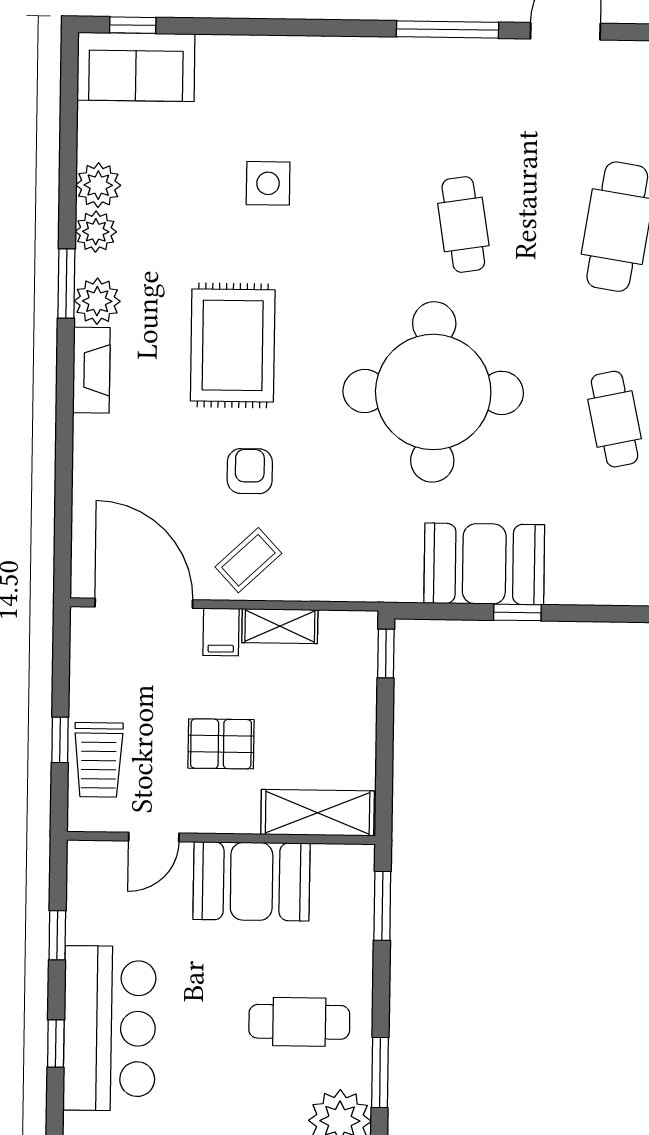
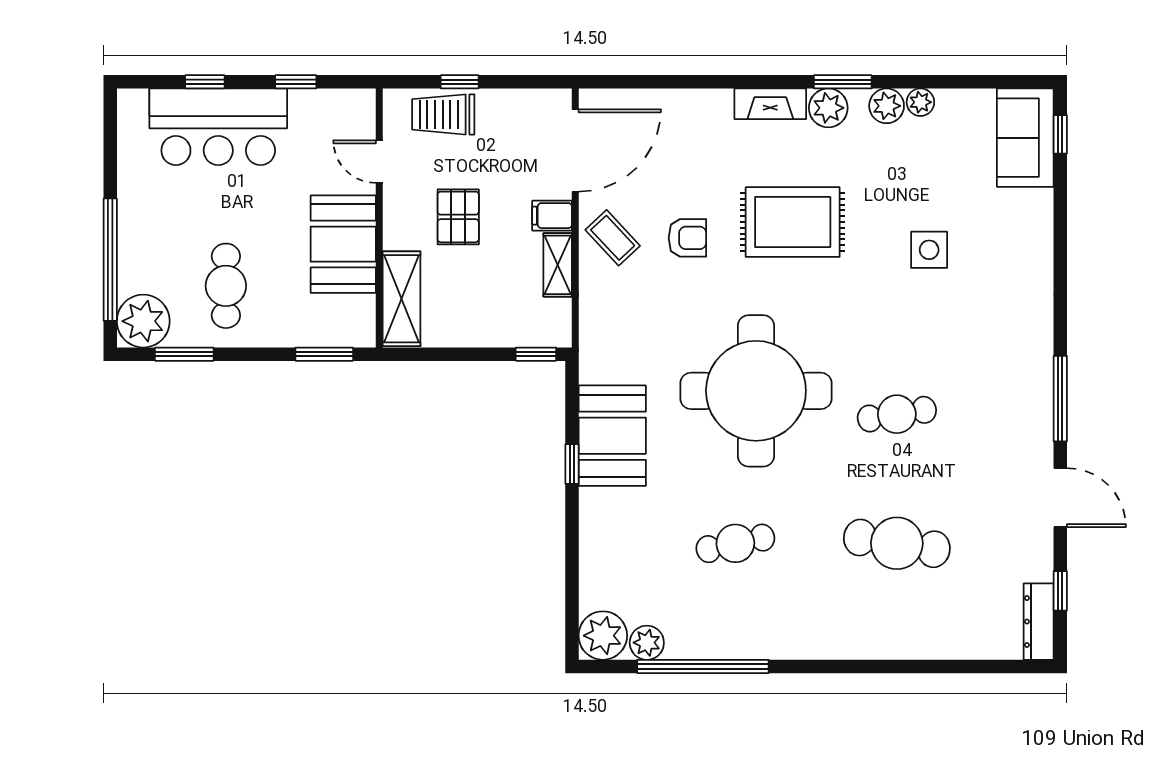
plant: (98, 185) -> (920, 102), width x0.73, depth x0.73

